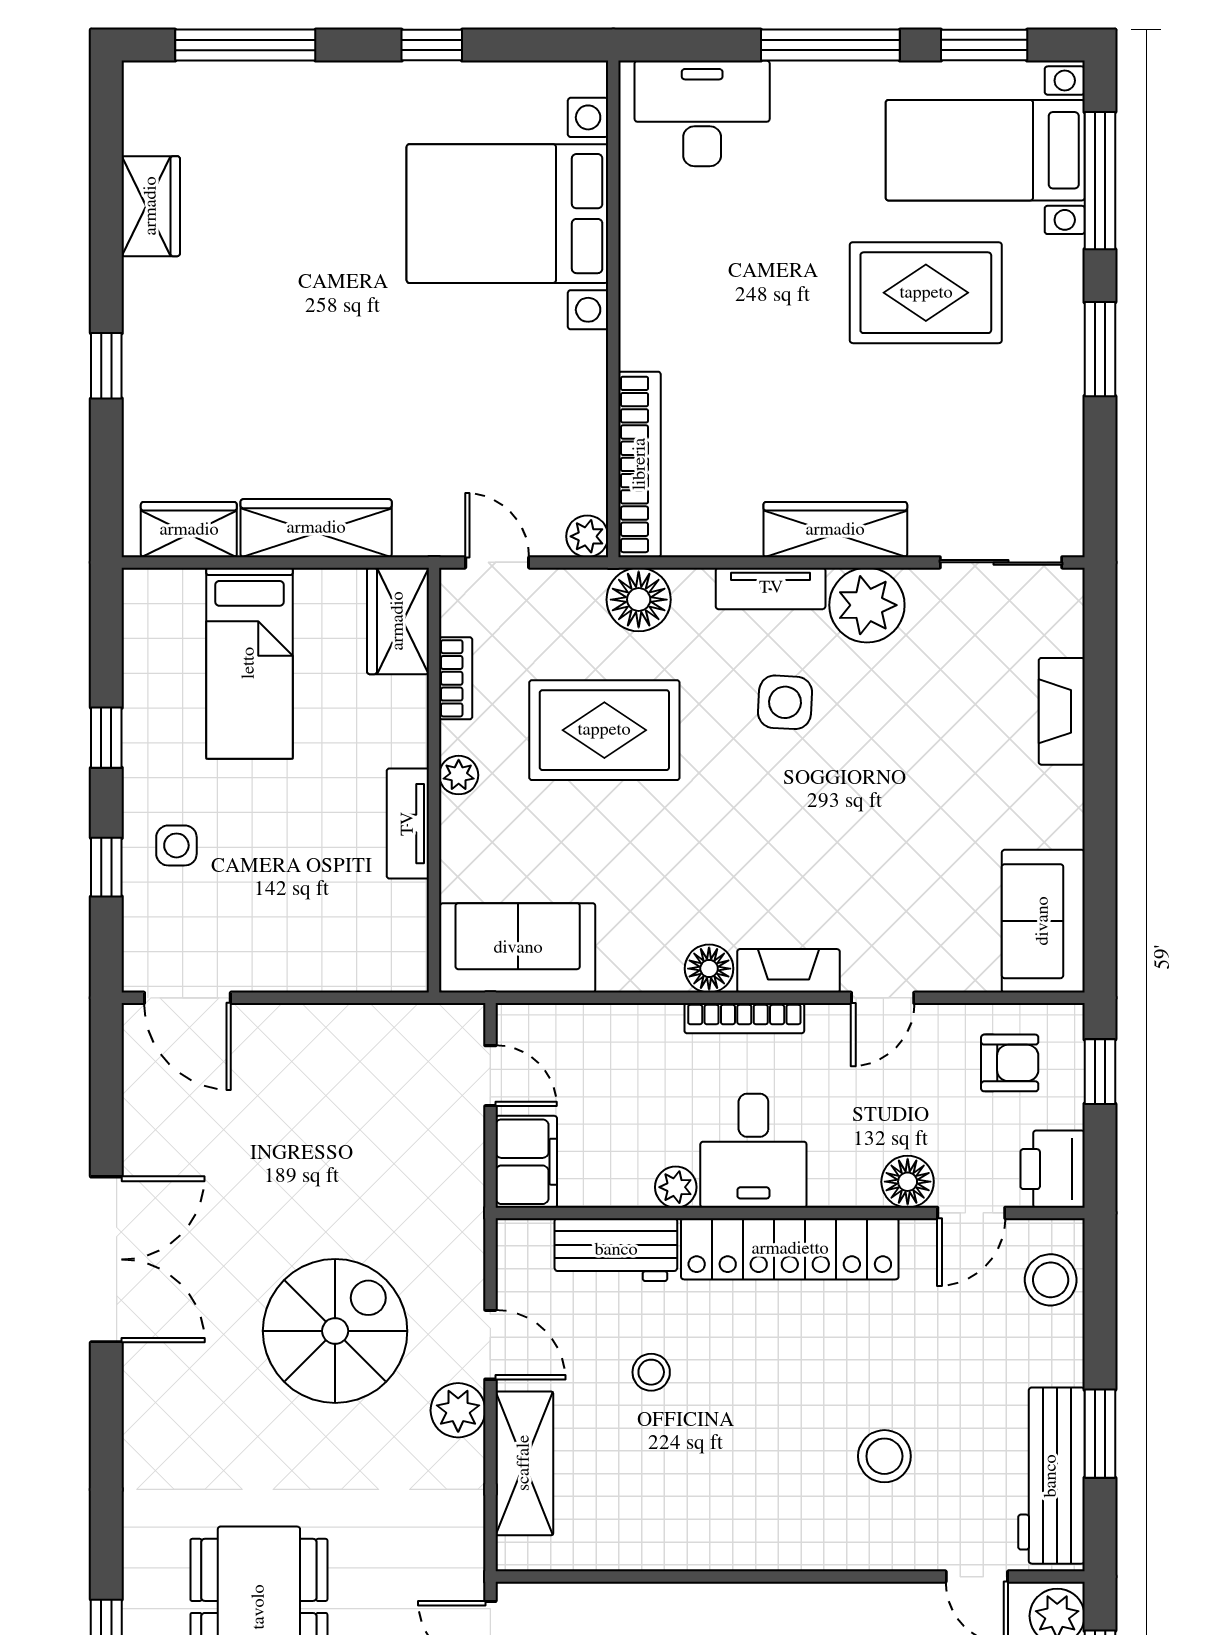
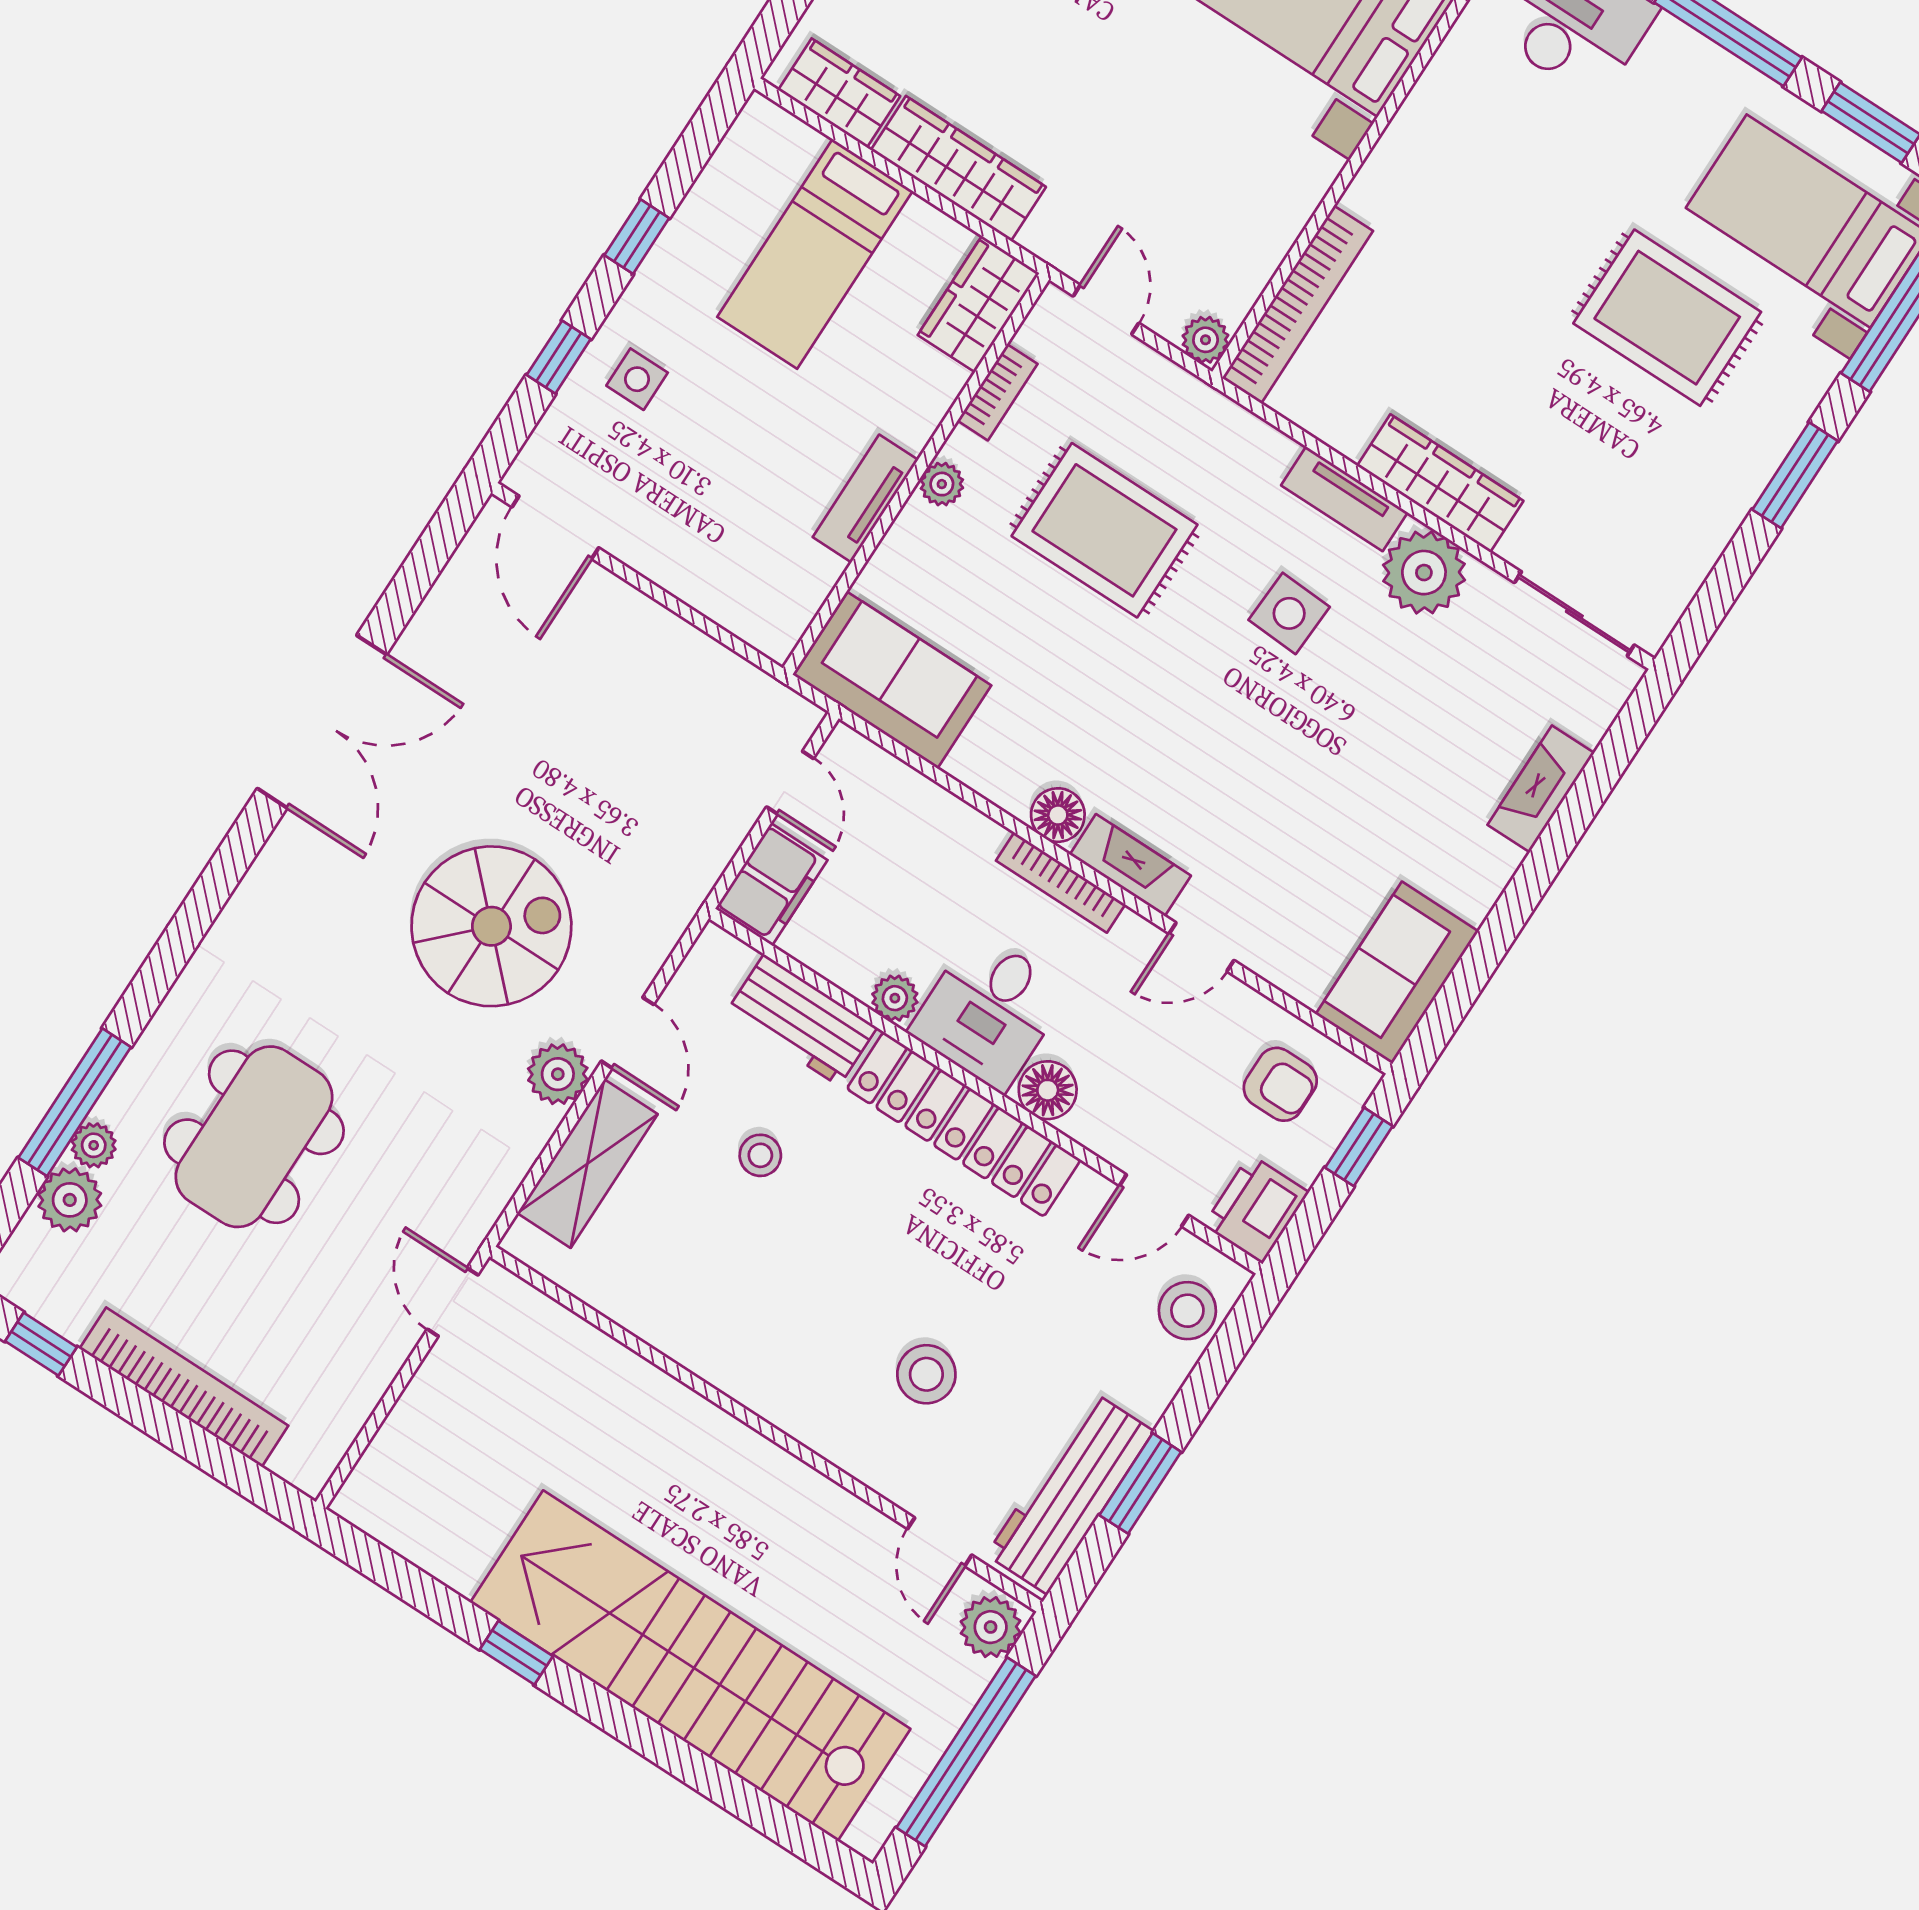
floor lamp: (639, 600) -> (1215, 430), removed
floor lamp: (908, 1182) -> (1048, 1090), moved

